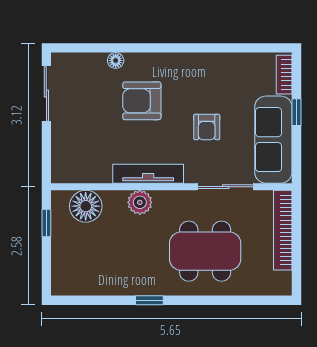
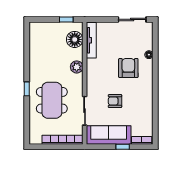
tv unit: (148, 174) -> (91, 40), moved
window: (149, 300) -> (27, 89), moved

